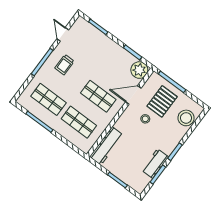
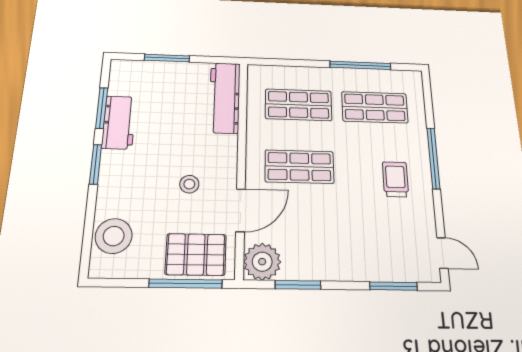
door: (63, 34) -> (442, 253), moved
pallet: (162, 101) -> (196, 254), moved, turned 90

